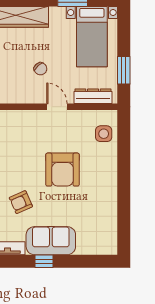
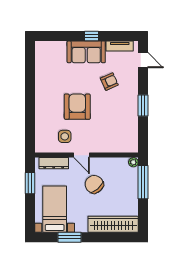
chair: (40, 69) -> (94, 184), width x1.87, depth x1.87
side table: (104, 134) -> (65, 136), moved

